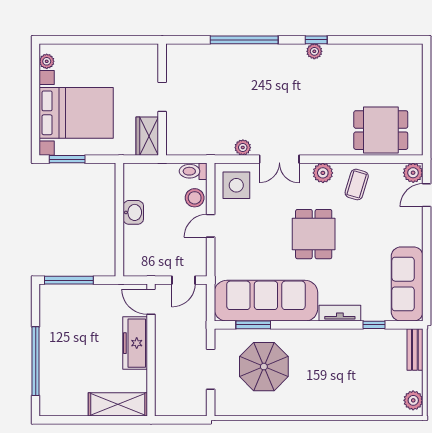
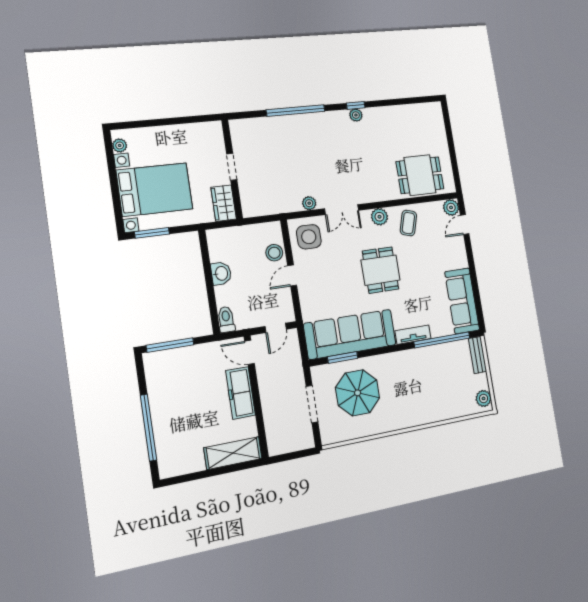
toilet: (193, 171) -> (226, 319), moved, turned 90
window: (374, 325) -> (442, 340), width x3.17

